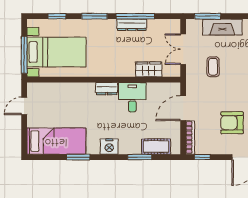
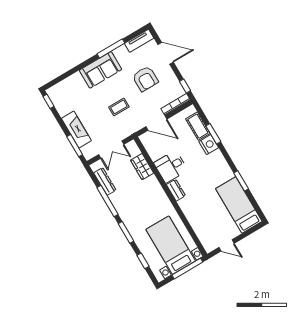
dresser: (132, 25) -> (105, 181), moved
coffee table: (213, 67) -> (119, 107), moved
nightstand: (109, 146) -> (209, 145), moved

